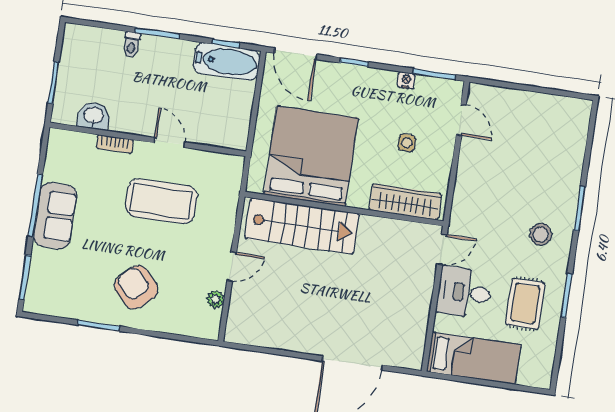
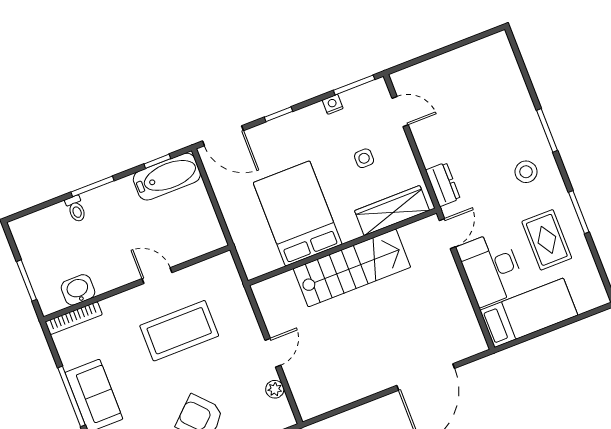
bookcase: (115, 144) -> (74, 318), moved, width x1.56
bed: (311, 156) -> (298, 213), width x0.73
dresser: (462, 204) -> (443, 184), added
stairs: (302, 226) -> (352, 268), moved
desk: (464, 292) -> (491, 268), width x1.37

